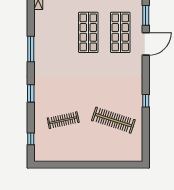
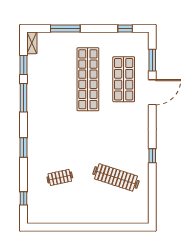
window: (31, 20) -> (24, 65), added
shop shelf: (88, 32) -> (88, 79), width x1.40
clothes rail: (63, 120) -> (60, 177), width x0.73

